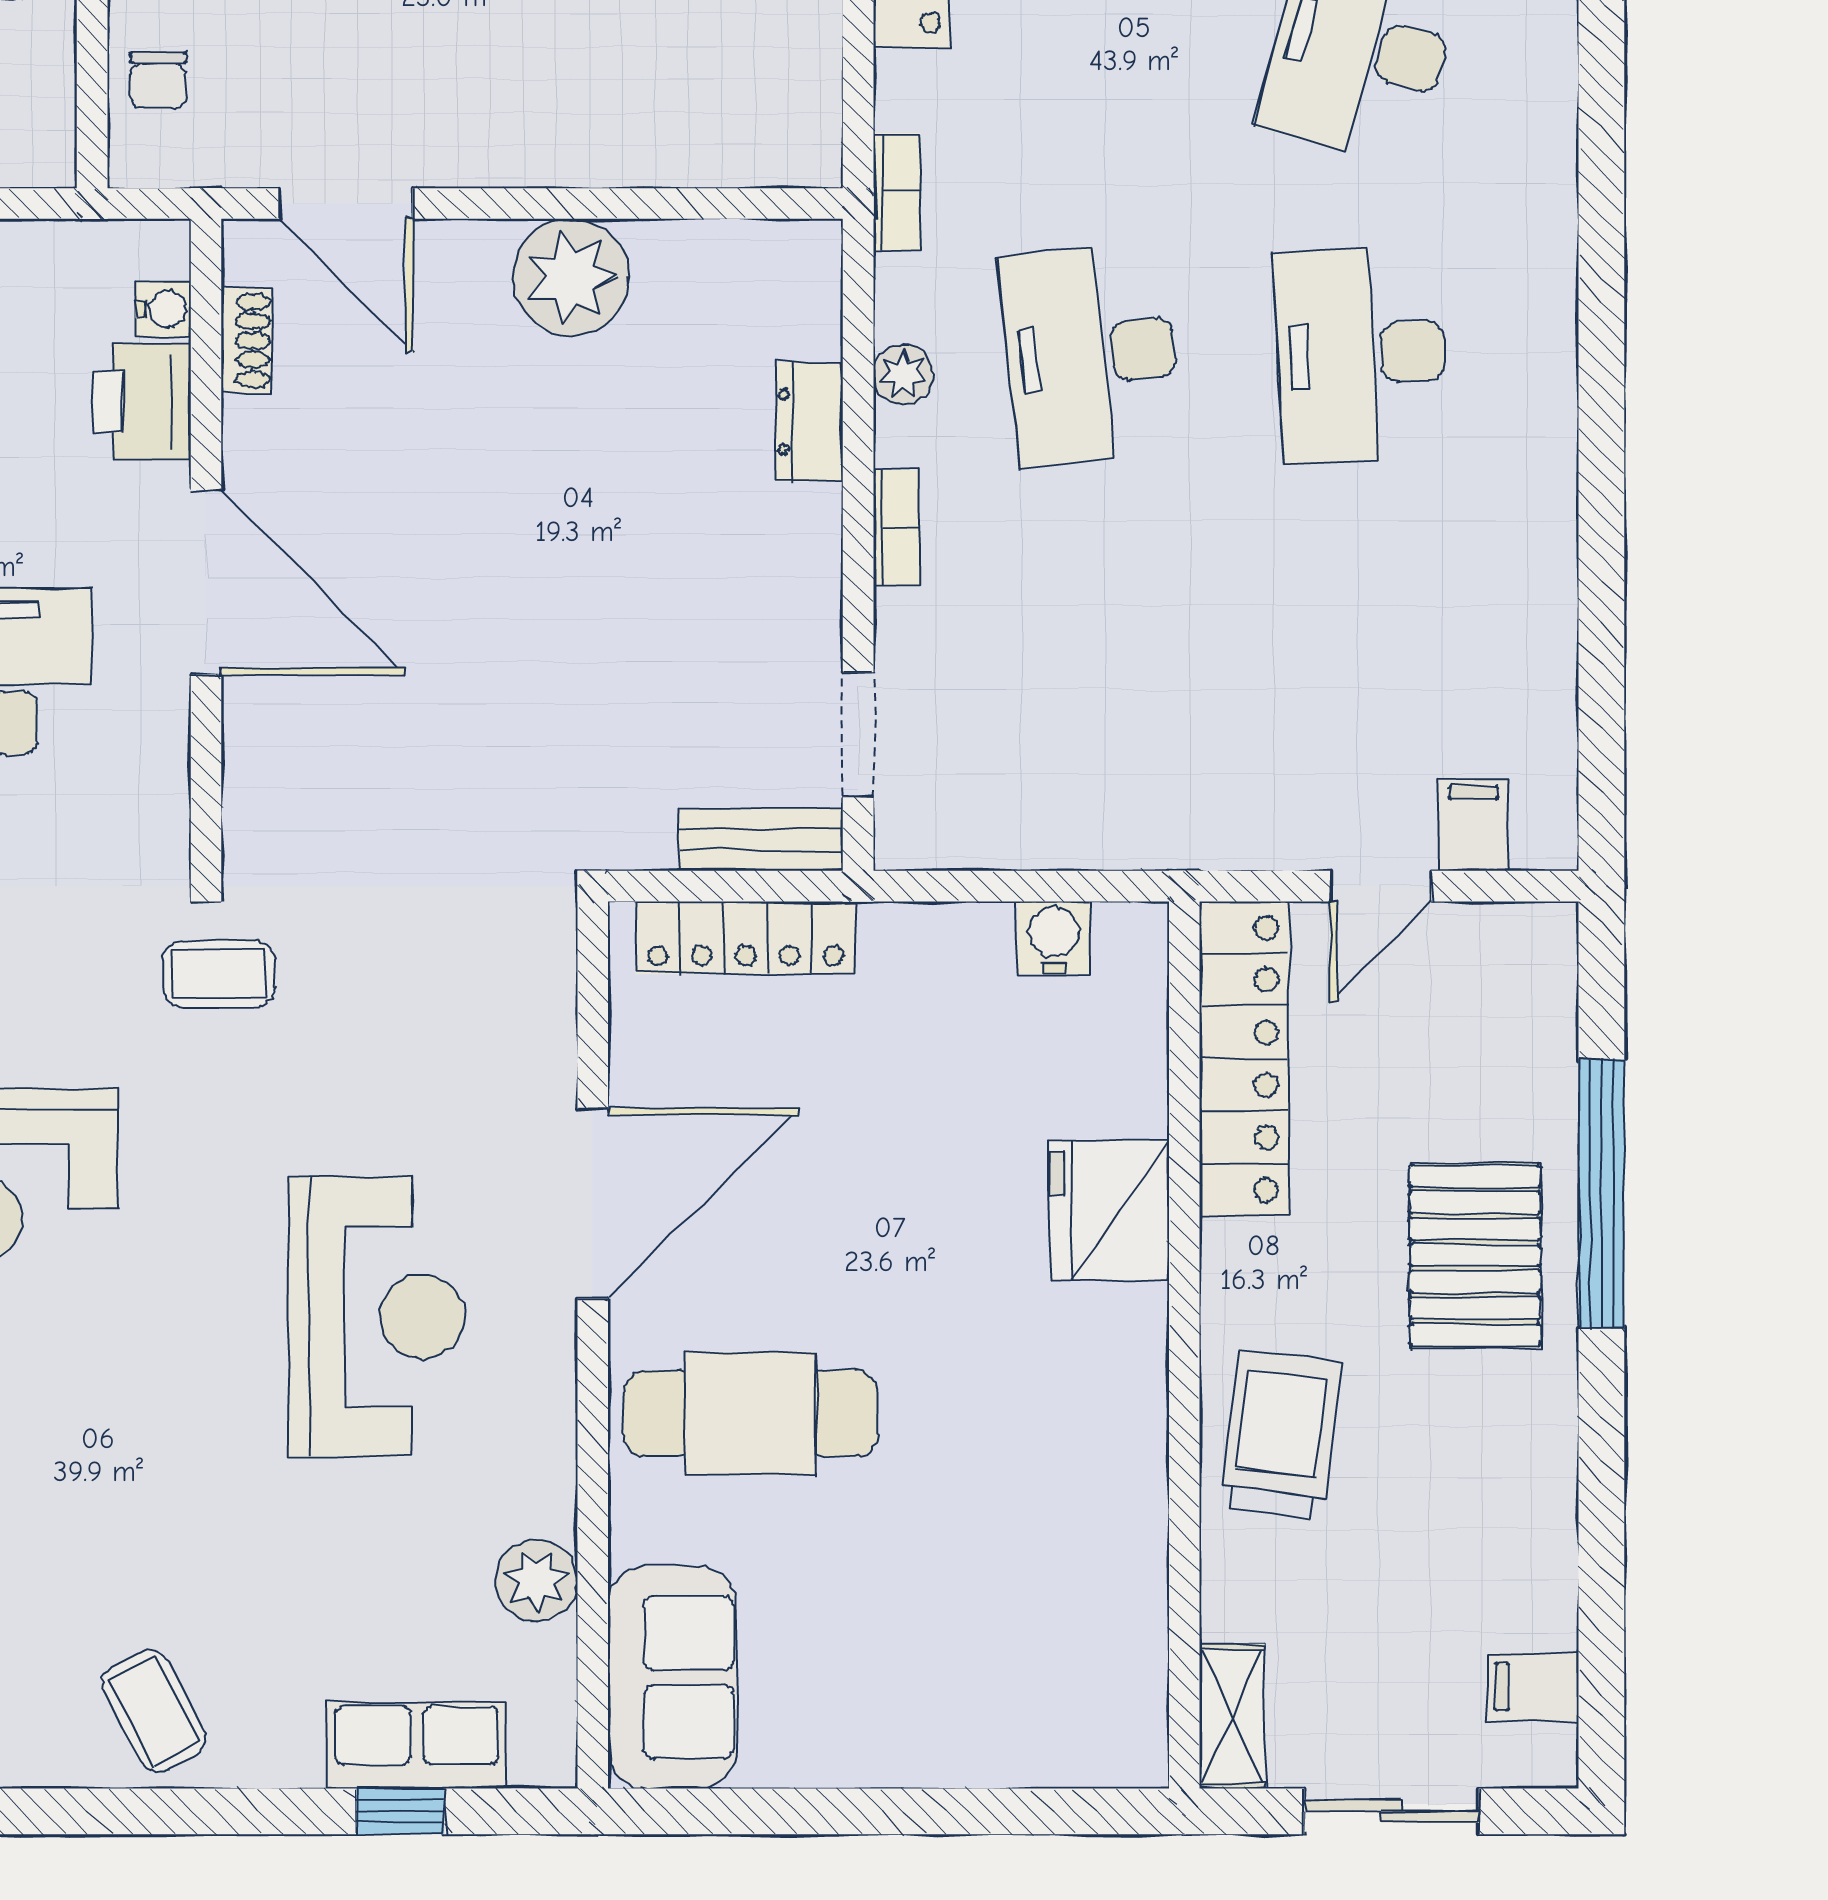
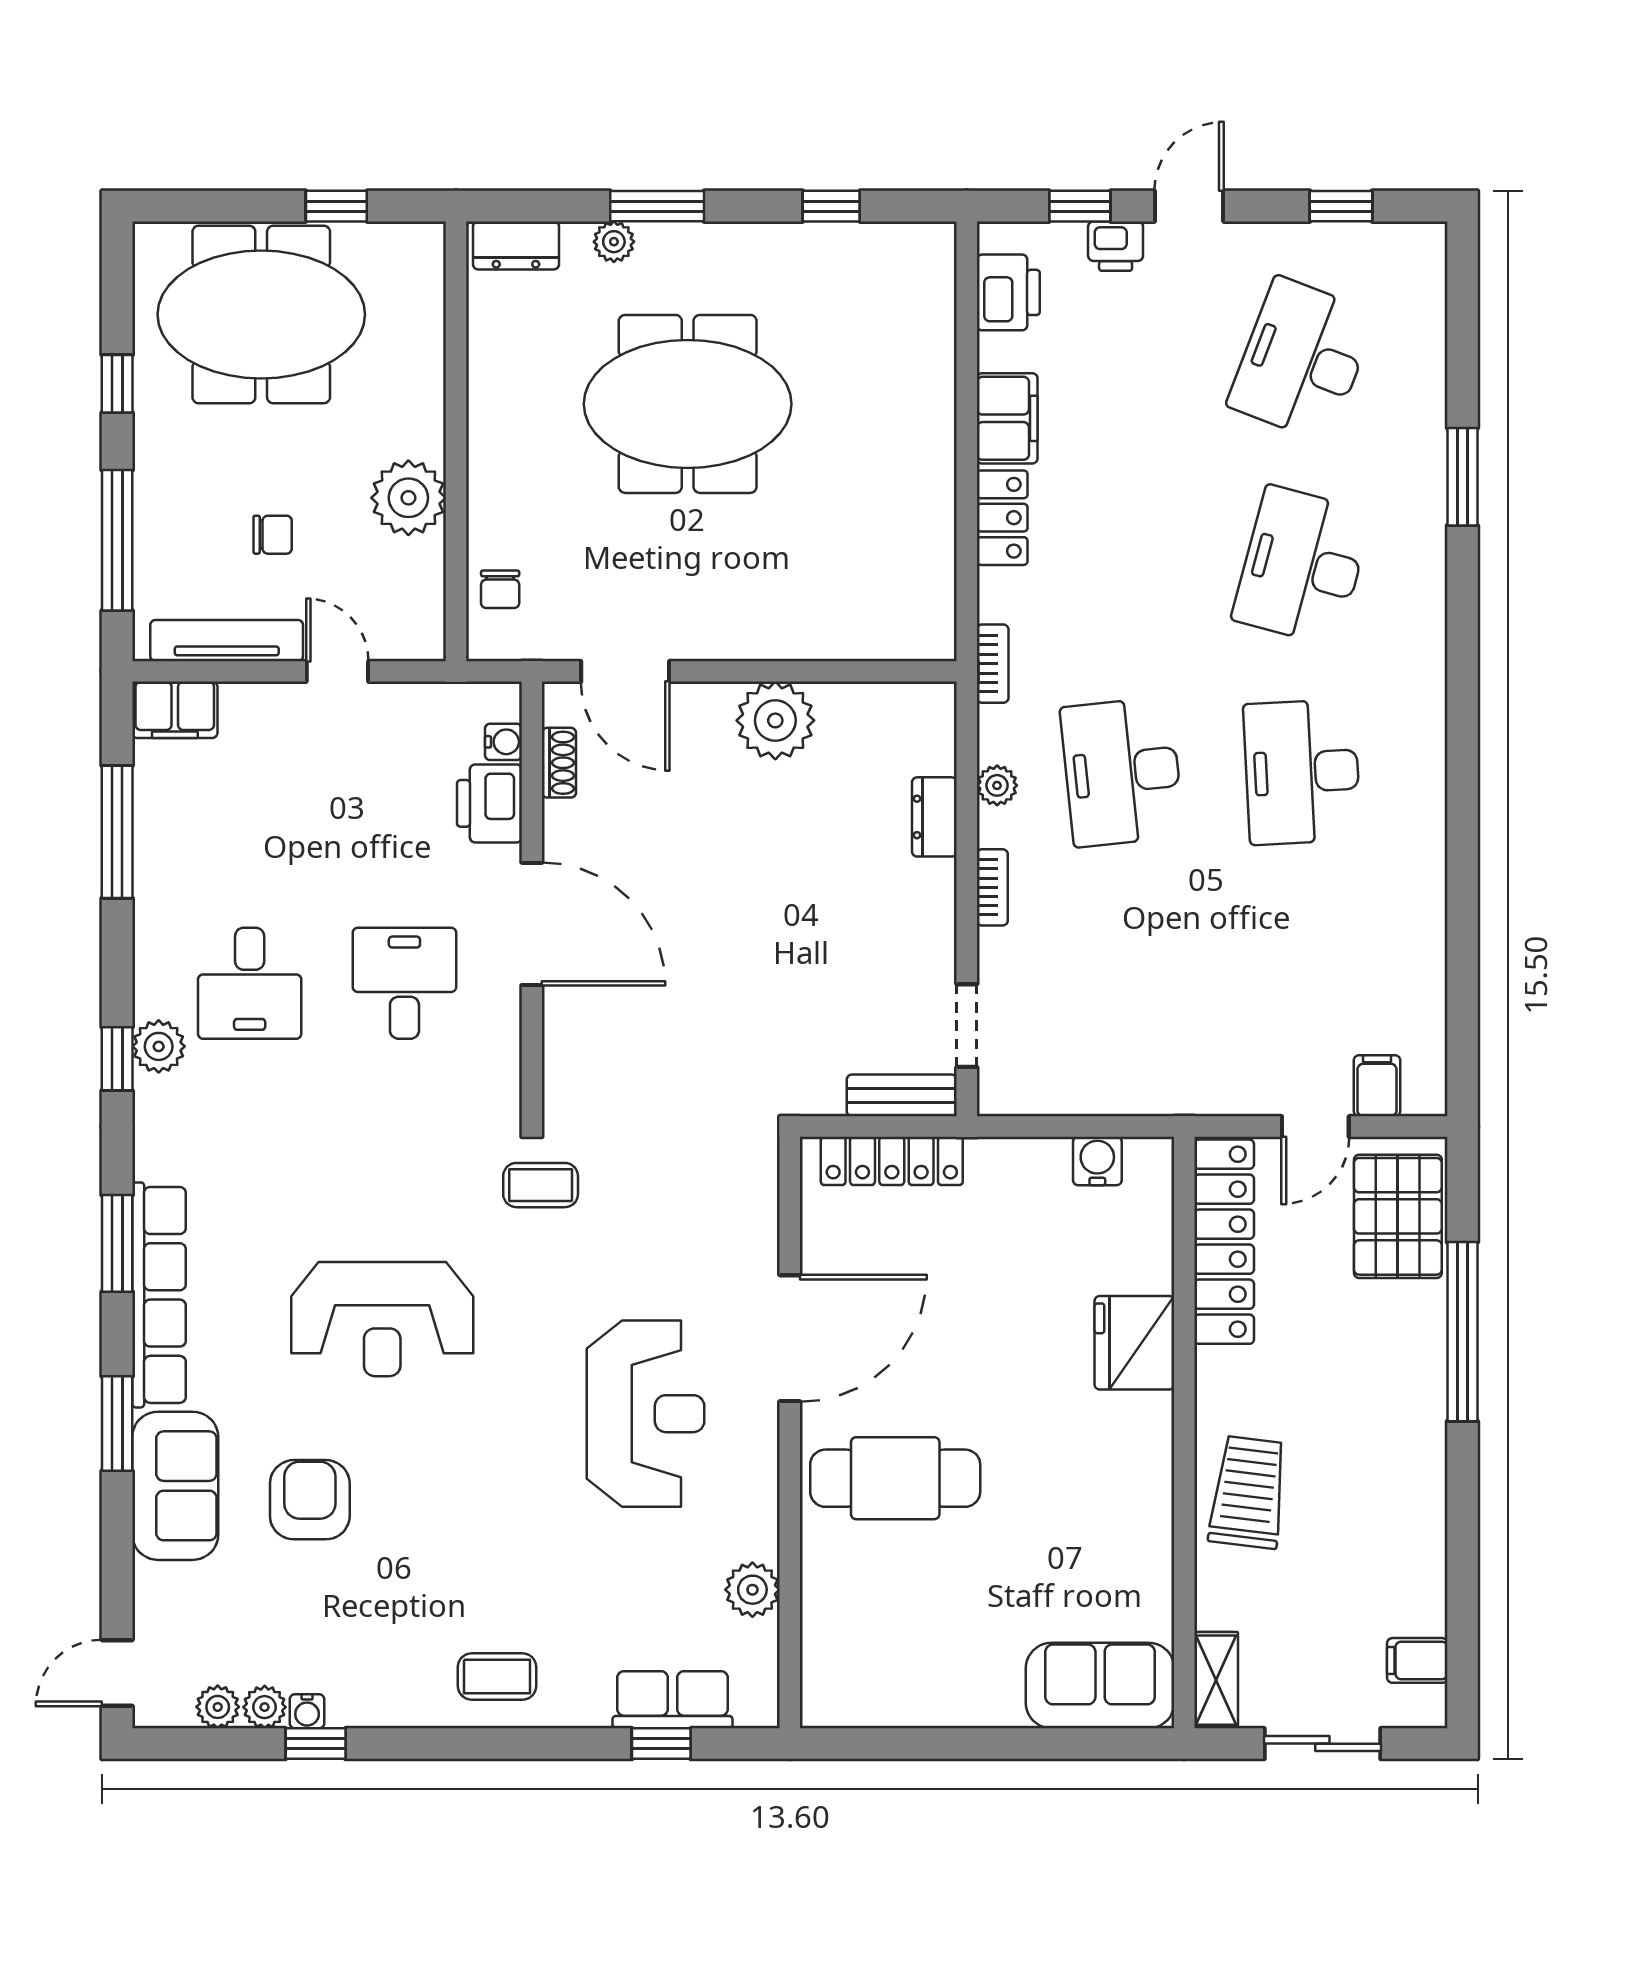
pallet: (1475, 1255) -> (1398, 1216), moved
sofa: (672, 1677) -> (1100, 1686), moved, turned -90
coffee table: (154, 1711) -> (497, 1676), turned -62

